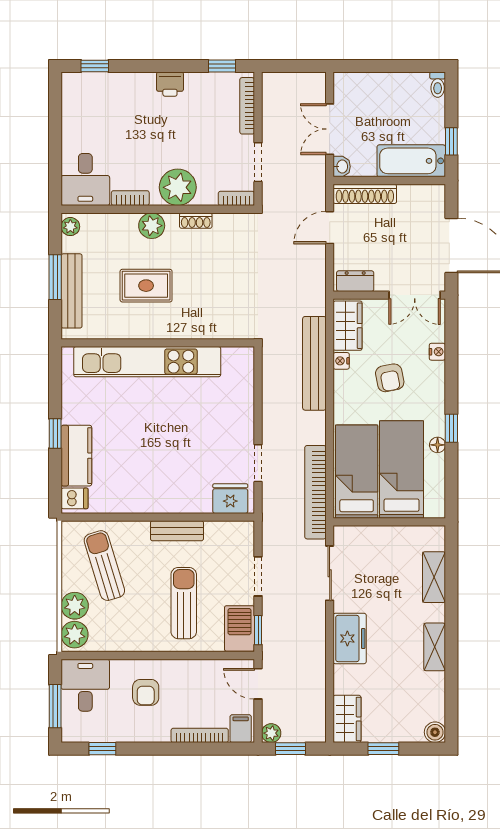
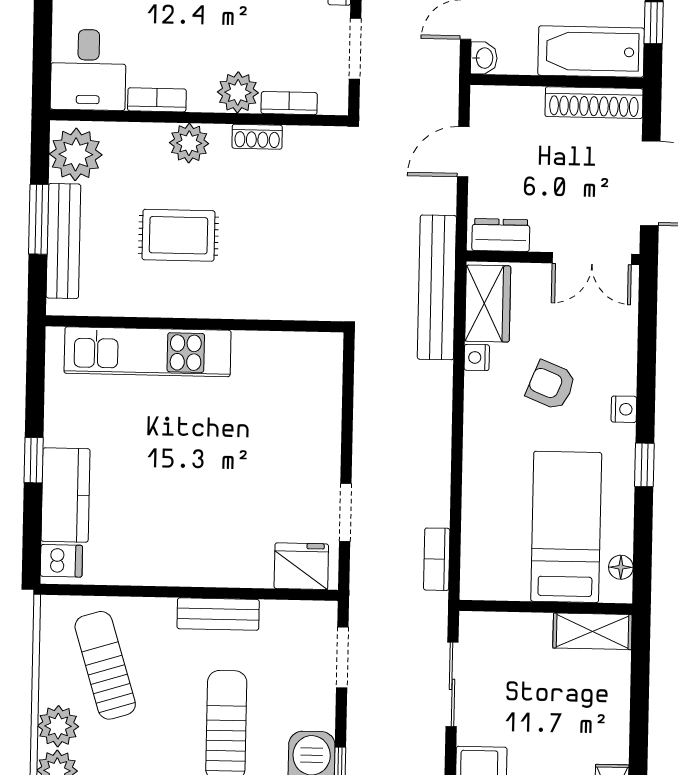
plant: (178, 187) -> (238, 92), width x0.73, depth x0.73
shoe rack: (365, 194) -> (594, 103), moved
bookcase: (236, 198) -> (289, 103), moved
plant: (70, 227) -> (76, 154), width x1.88, depth x1.88
nightstand: (437, 352) -> (624, 409), moved
kitchen unit: (147, 362) -> (148, 352), width x0.73
bench: (314, 363) -> (437, 287), moved
armchair: (390, 378) -> (551, 385), turned 123
floor lamp: (438, 445) -> (621, 567), moved
bed: (357, 472) -> (497, 529), removed
bookcase: (315, 492) -> (437, 559), width x0.43, depth x0.76
doorway: (258, 576) -> (342, 657), moved
shelving: (434, 577) -> (592, 631), moved, turned 90

